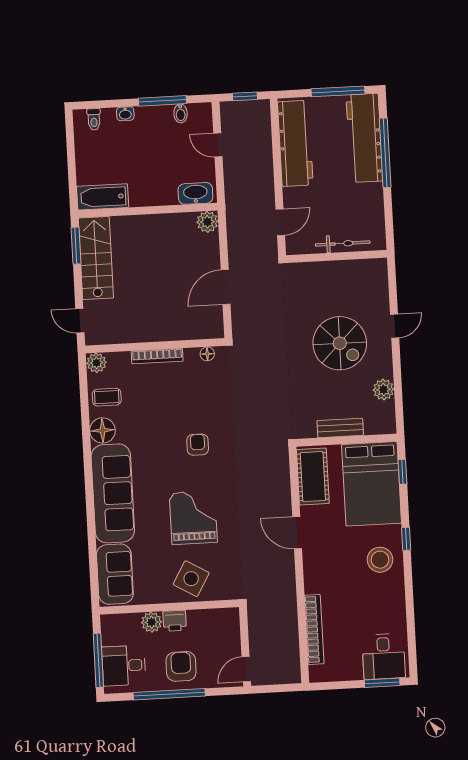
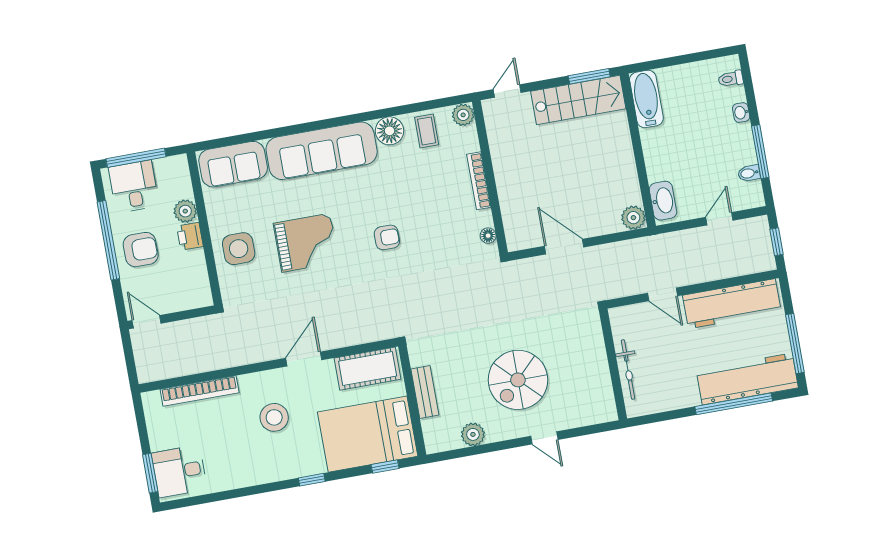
door: (280, 222) -> (662, 294), moved
stool: (380, 560) -> (274, 417), moved
side table: (191, 579) -> (239, 249), turned -30

